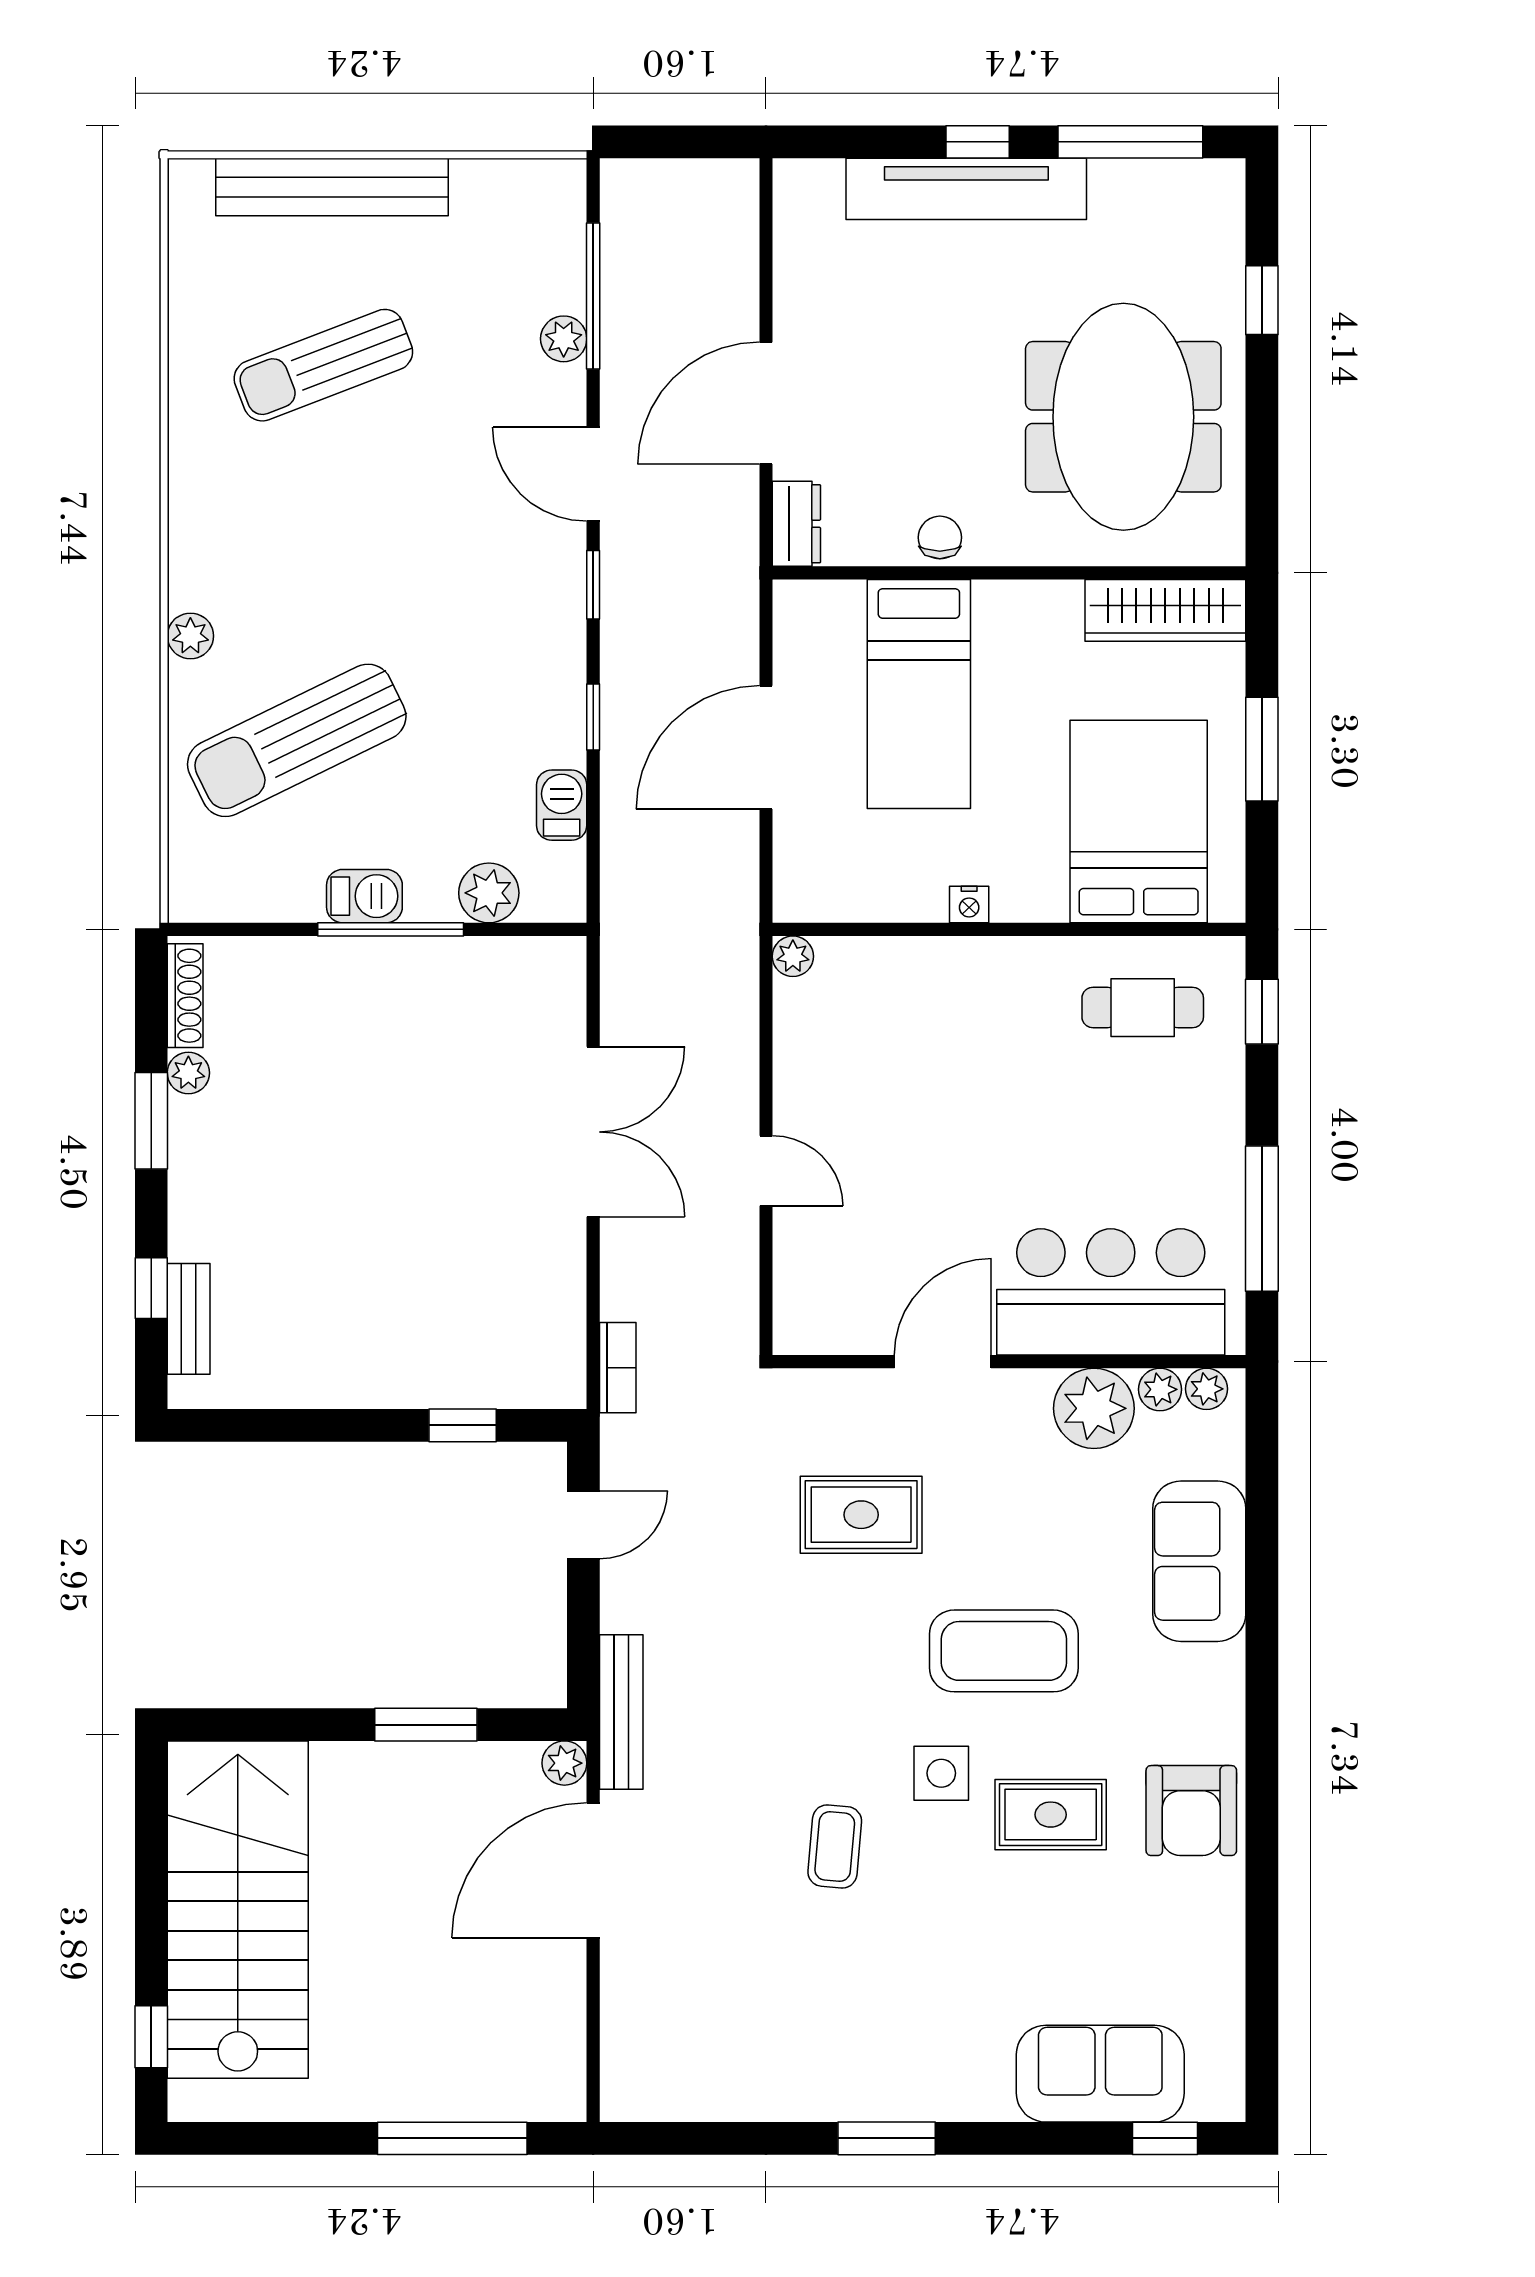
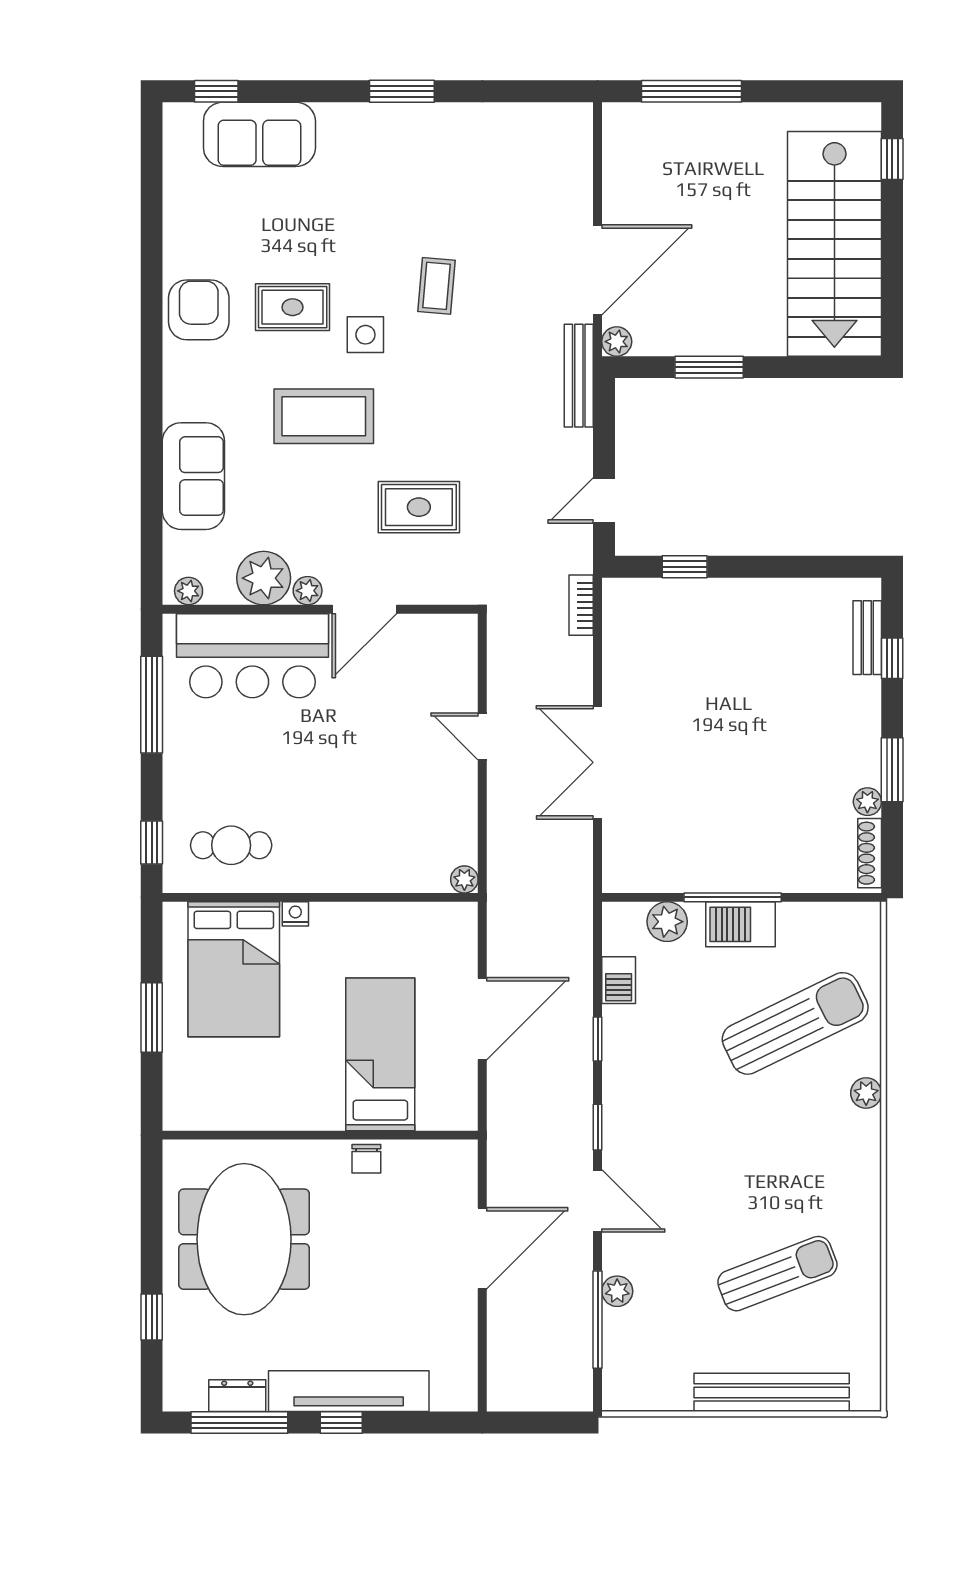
dresser: (796, 524) -> (237, 1396), moved, turned 90
wardrobe: (1165, 610) -> (216, 1110), removed
barbecue: (364, 896) -> (741, 924), width x1.38, depth x1.27
nightstand: (969, 905) -> (295, 914), moved
plant: (1160, 1389) -> (308, 591), moved

